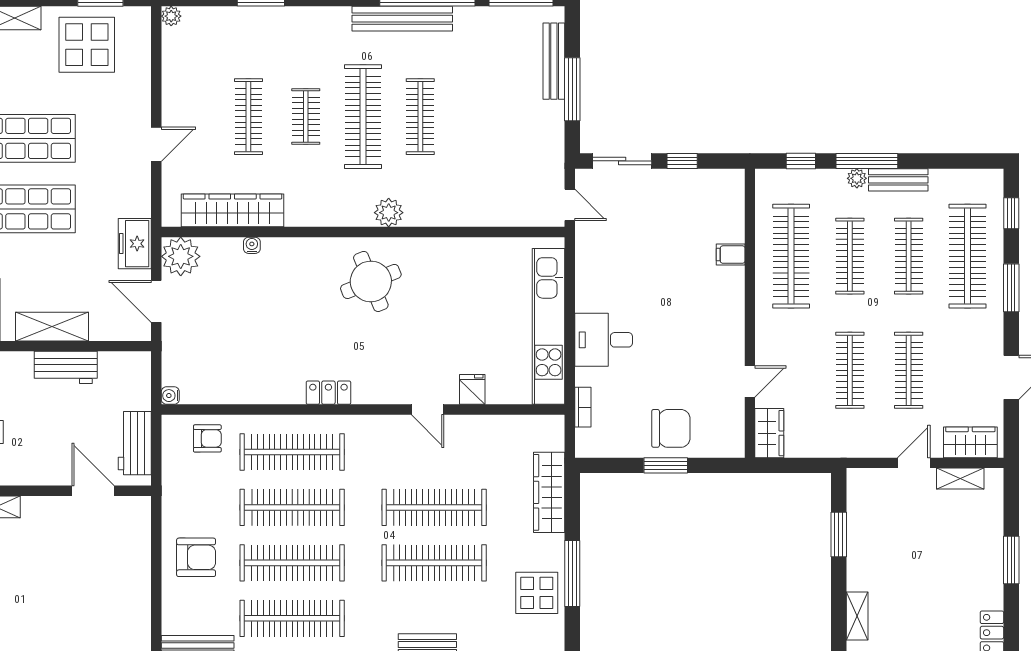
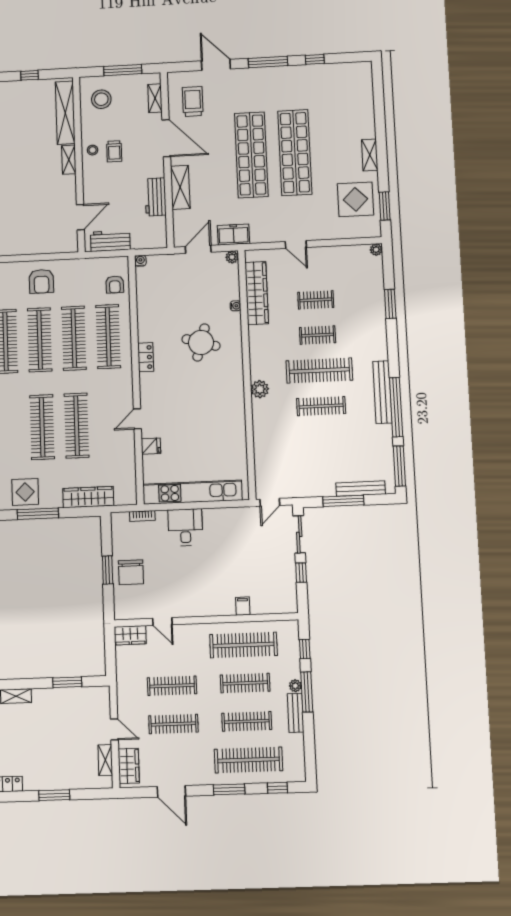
clothes rail: (248, 117) -> (316, 300), width x0.73
plant: (181, 256) -> (232, 257), width x0.53, depth x0.53
round table: (371, 281) -> (201, 342), moved, turned 38

